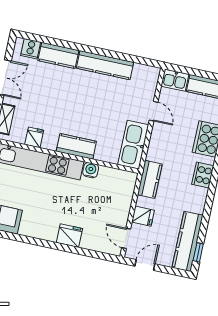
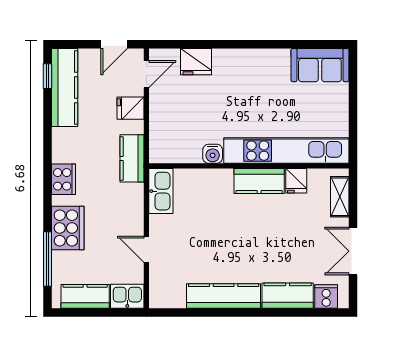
kitchen sink: (133, 145) -> (161, 191), width x0.73, depth x0.81
kitchen counter: (76, 146) -> (259, 181), moved
fridge: (69, 236) -> (196, 62), moved
door: (126, 238) -> (146, 74), hinge flipped

